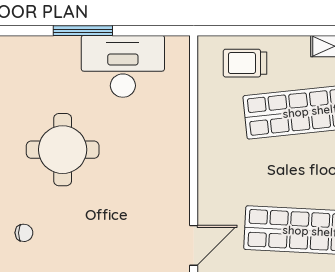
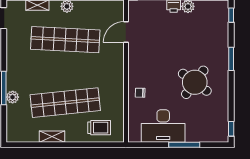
round table: (63, 150) -> (195, 82), turned 36
chair: (24, 233) -> (140, 93), moved

